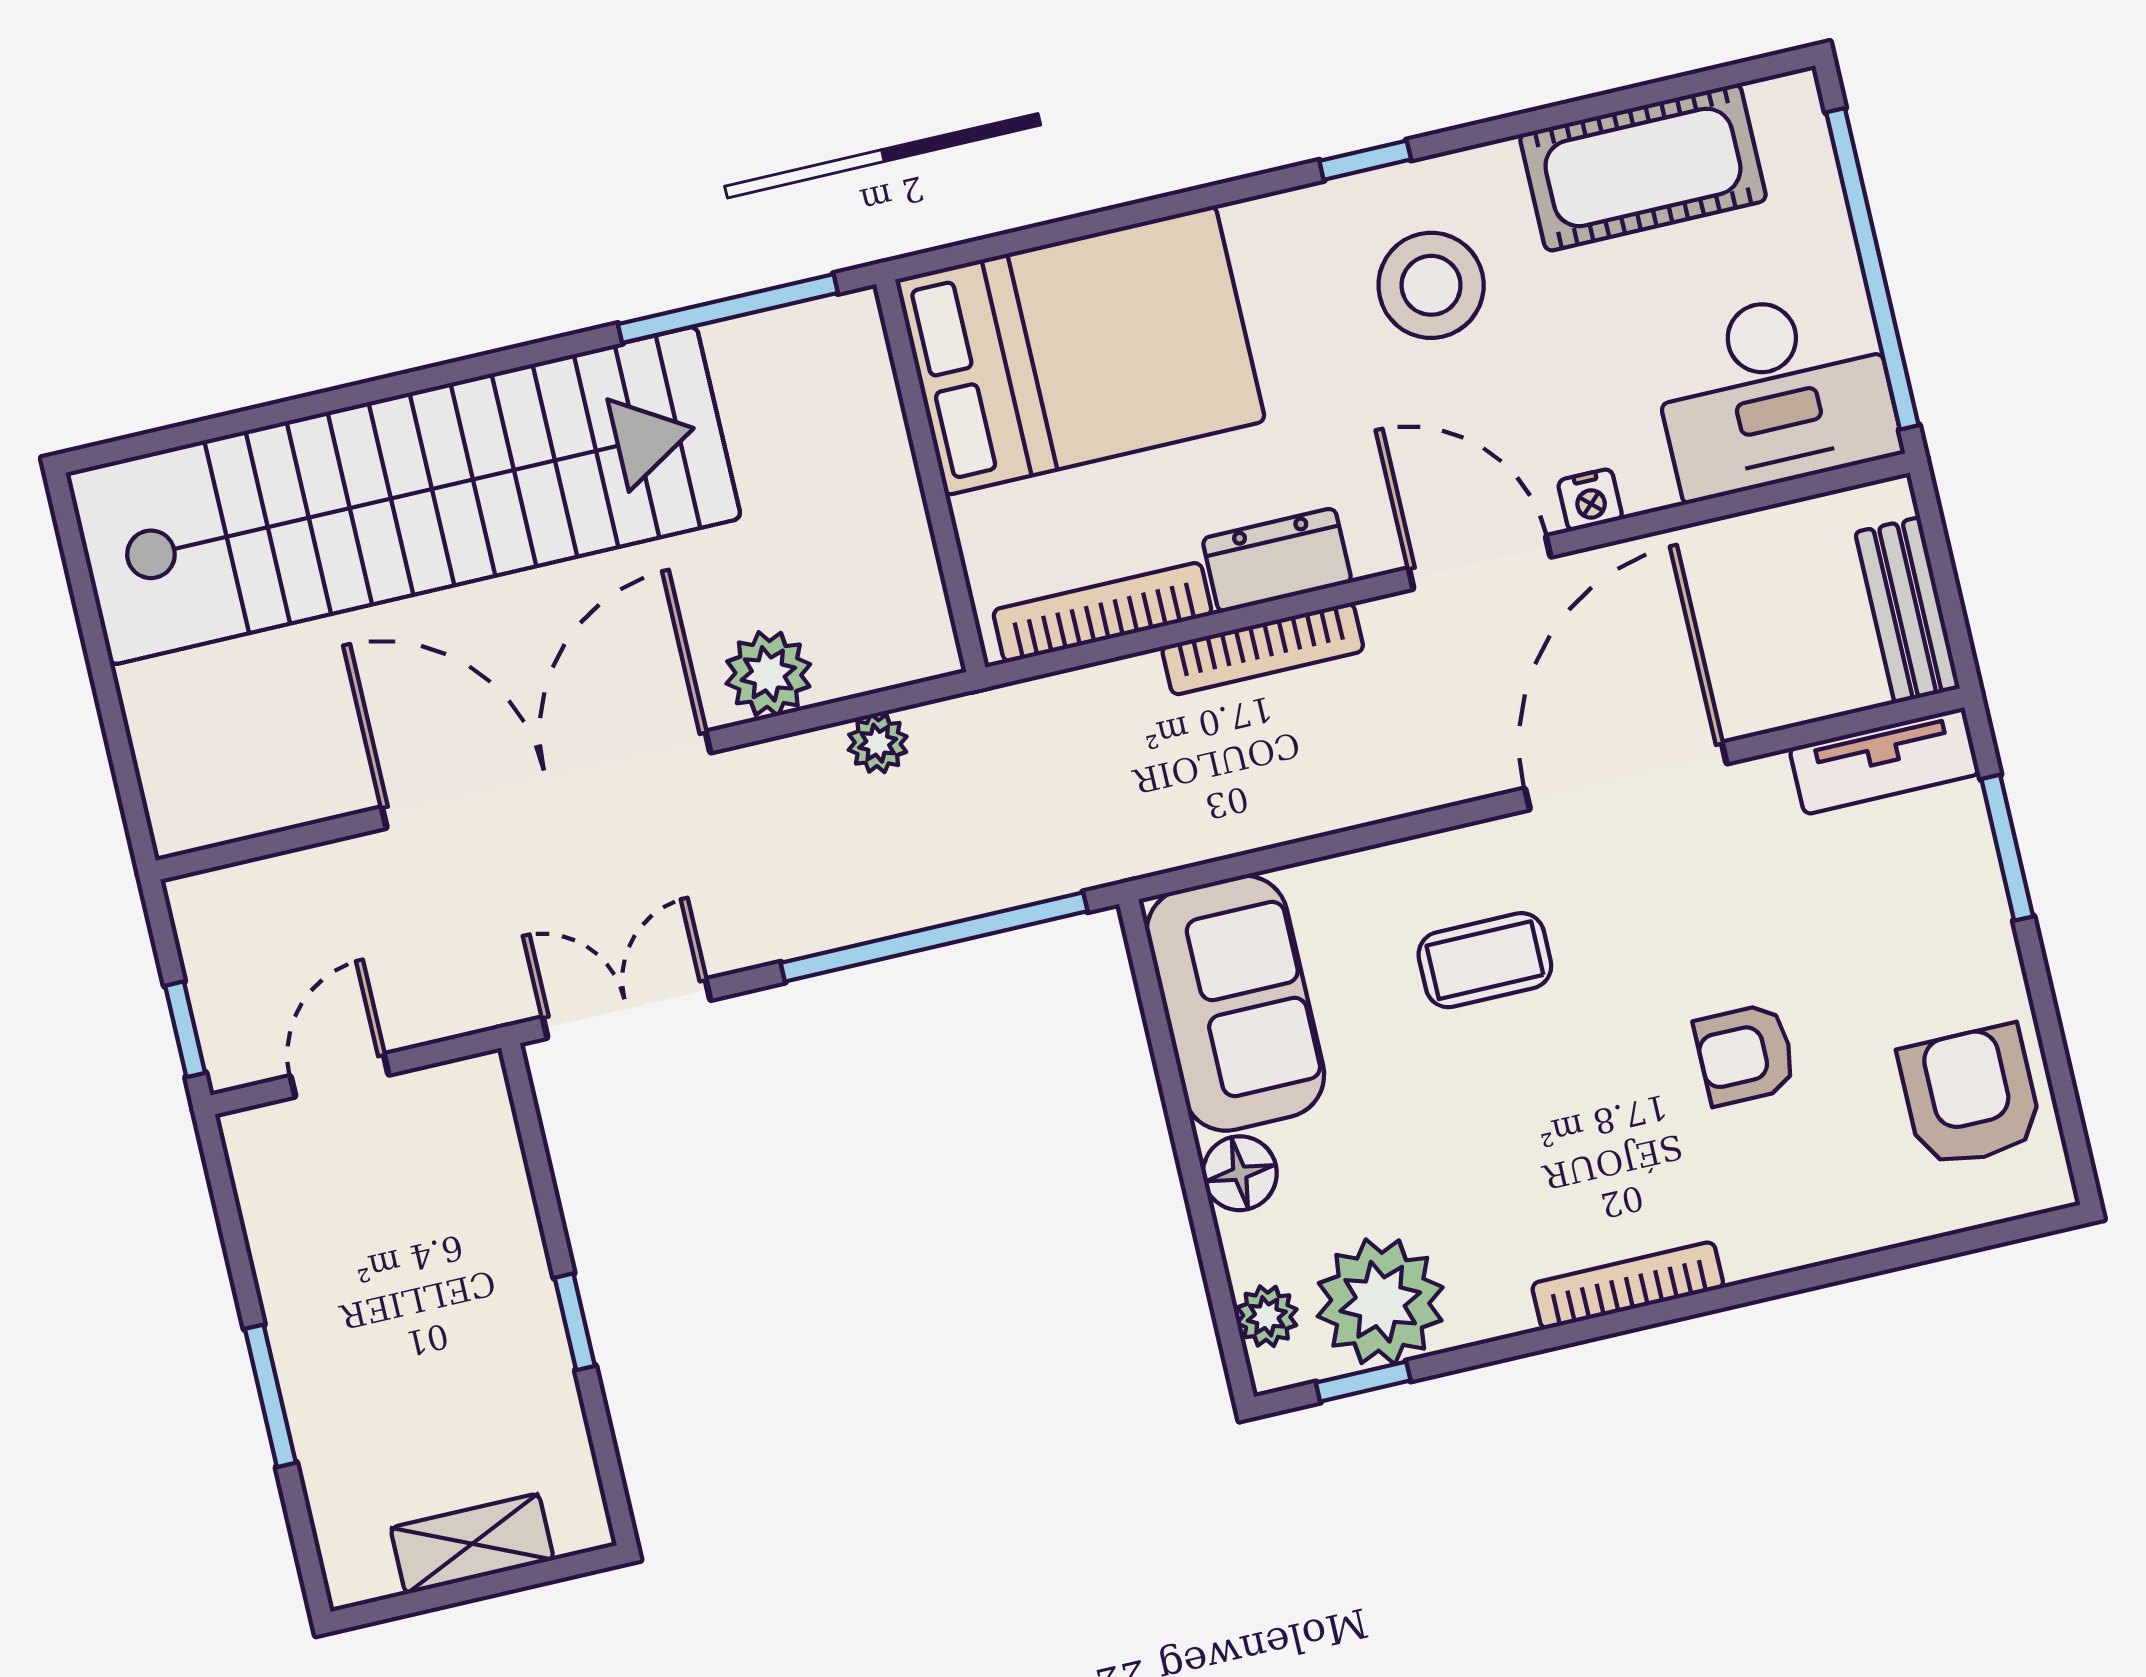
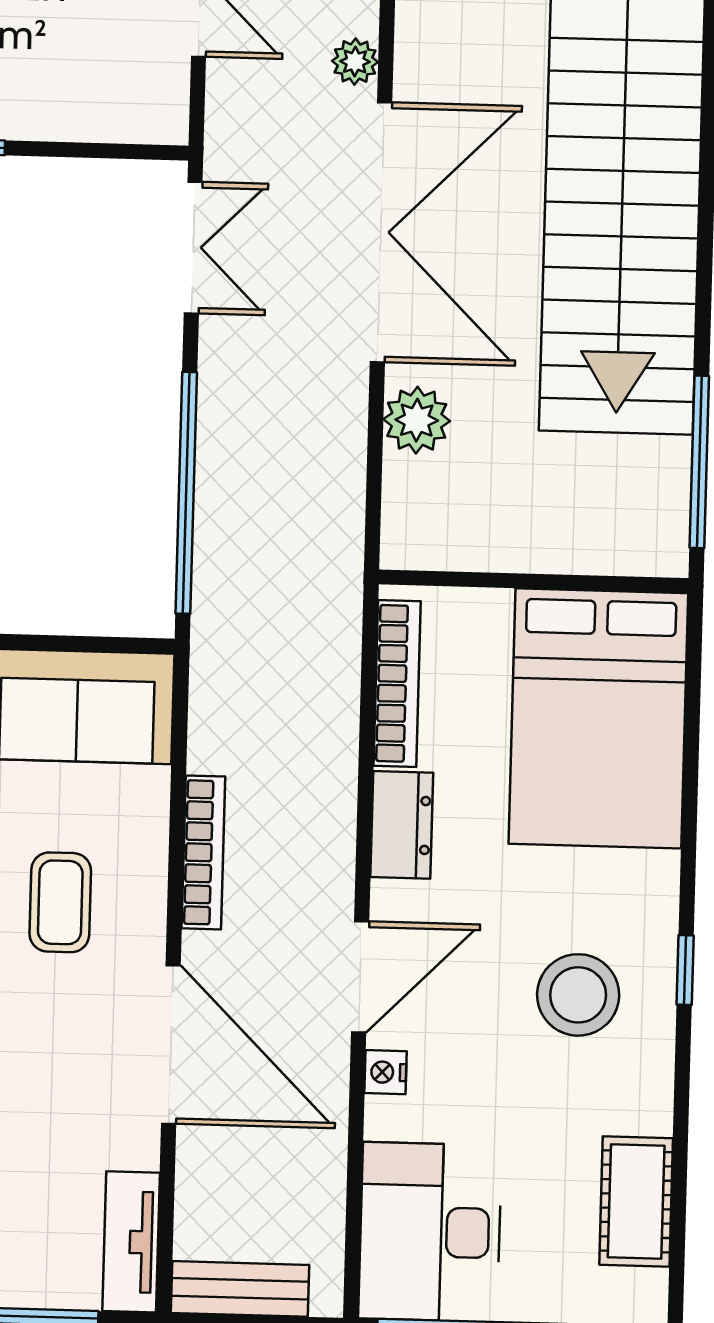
cot: (1643, 167) -> (636, 1201), width x0.73, depth x0.75
bookcase: (1263, 649) -> (203, 852), moved, turned 180
plant: (878, 743) -> (355, 62), moved

